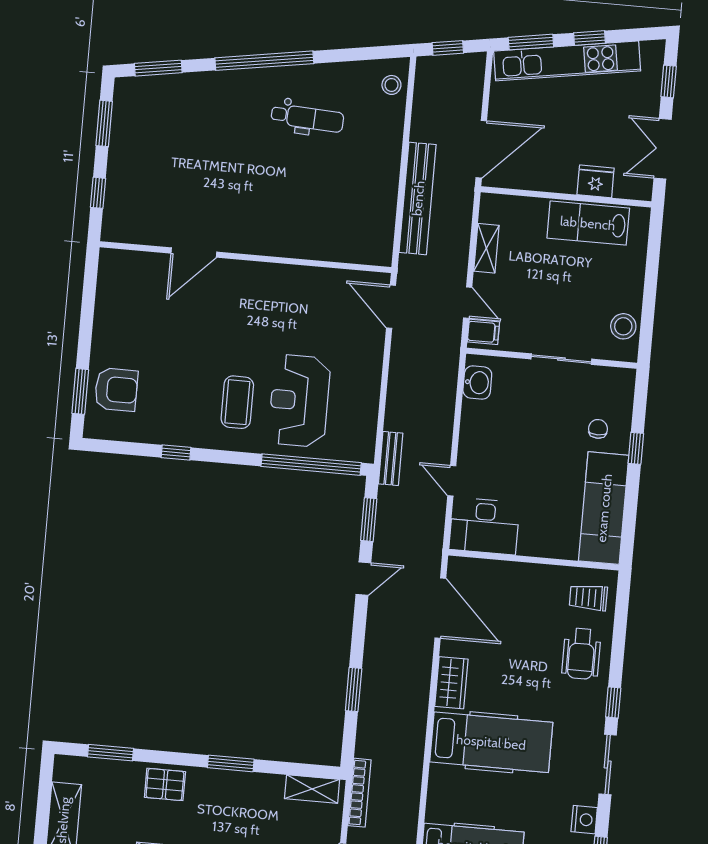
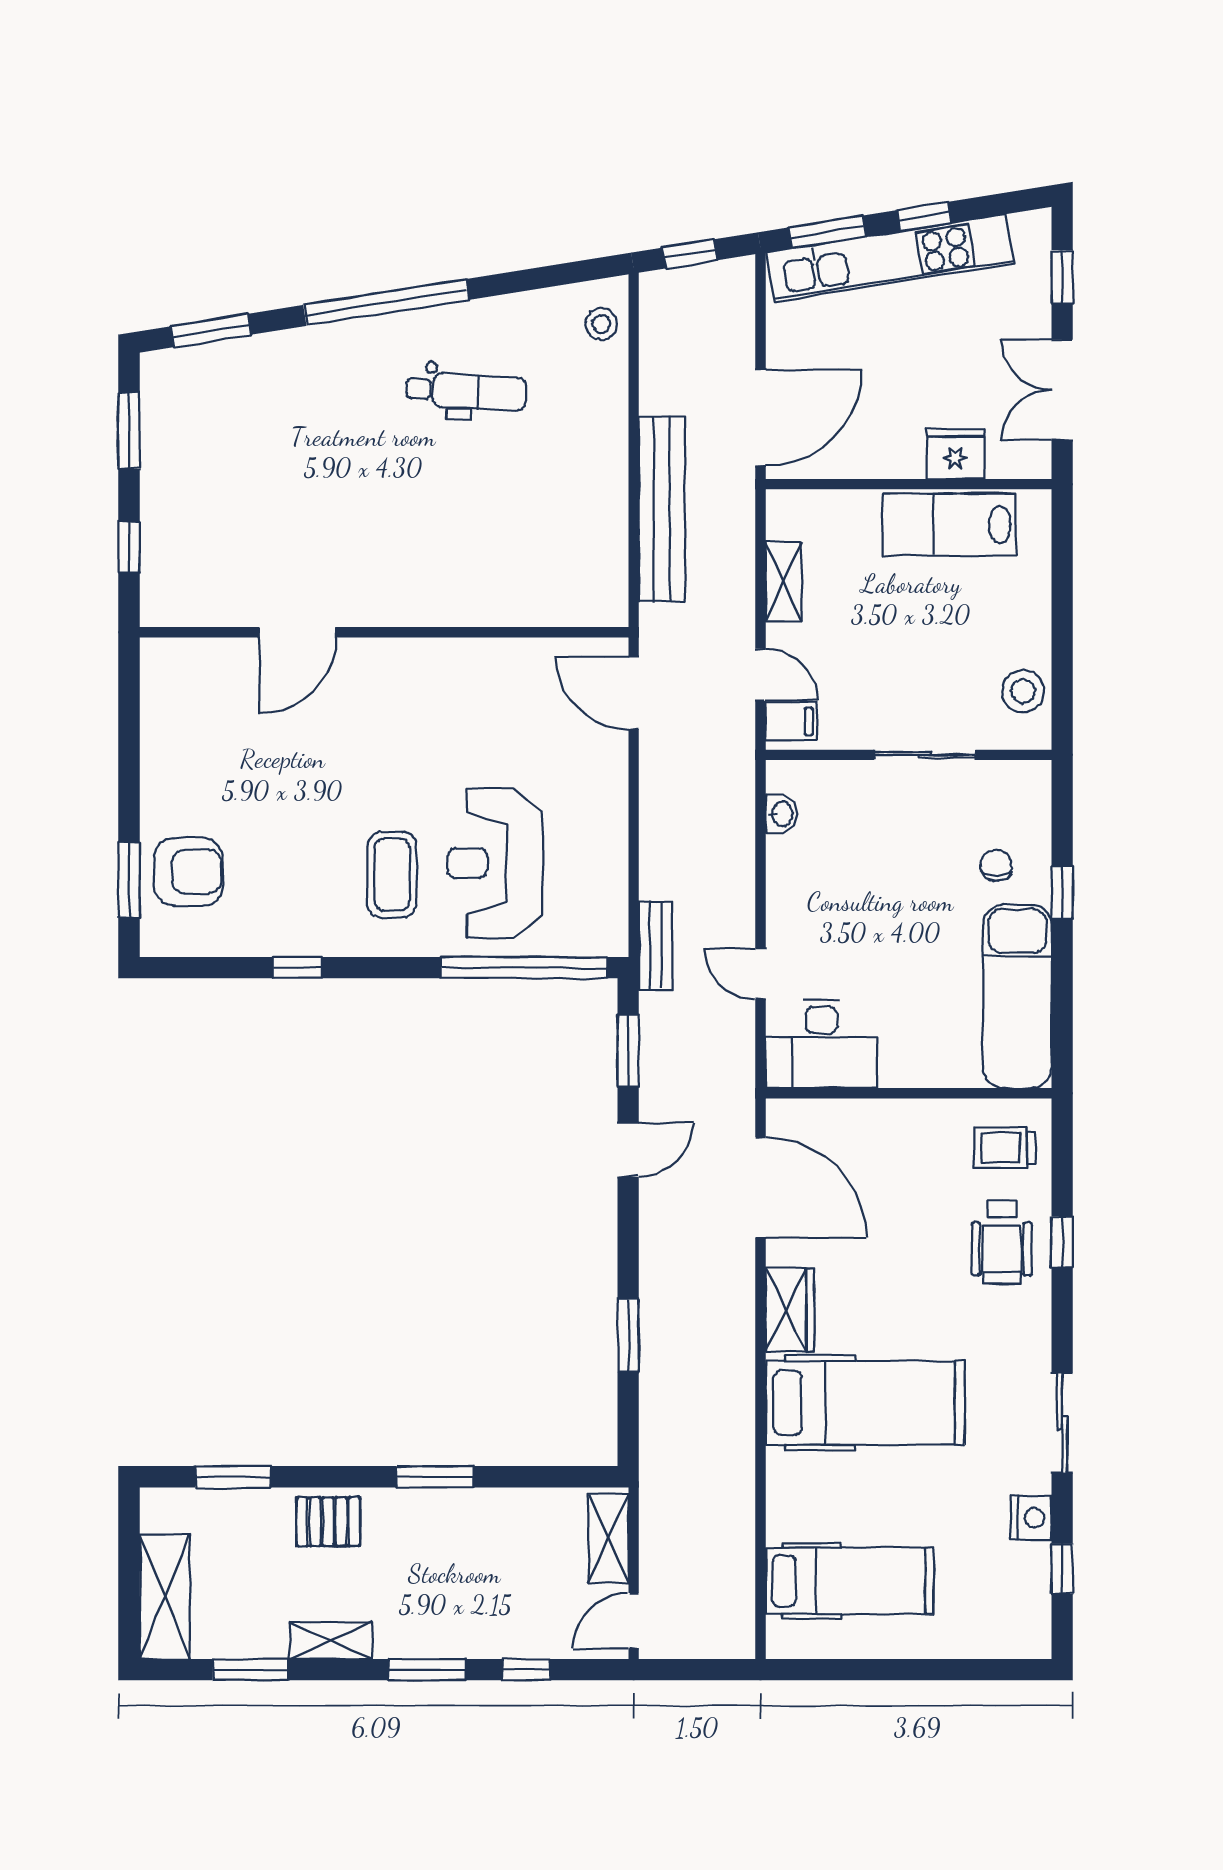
washbasin: (477, 383) -> (781, 814), width x0.72, depth x0.69
window: (613, 702) -> (1062, 1242), moved
shelving: (312, 789) -> (609, 1538), moved, turned 90
bookcase: (359, 793) -> (653, 1507), removed

